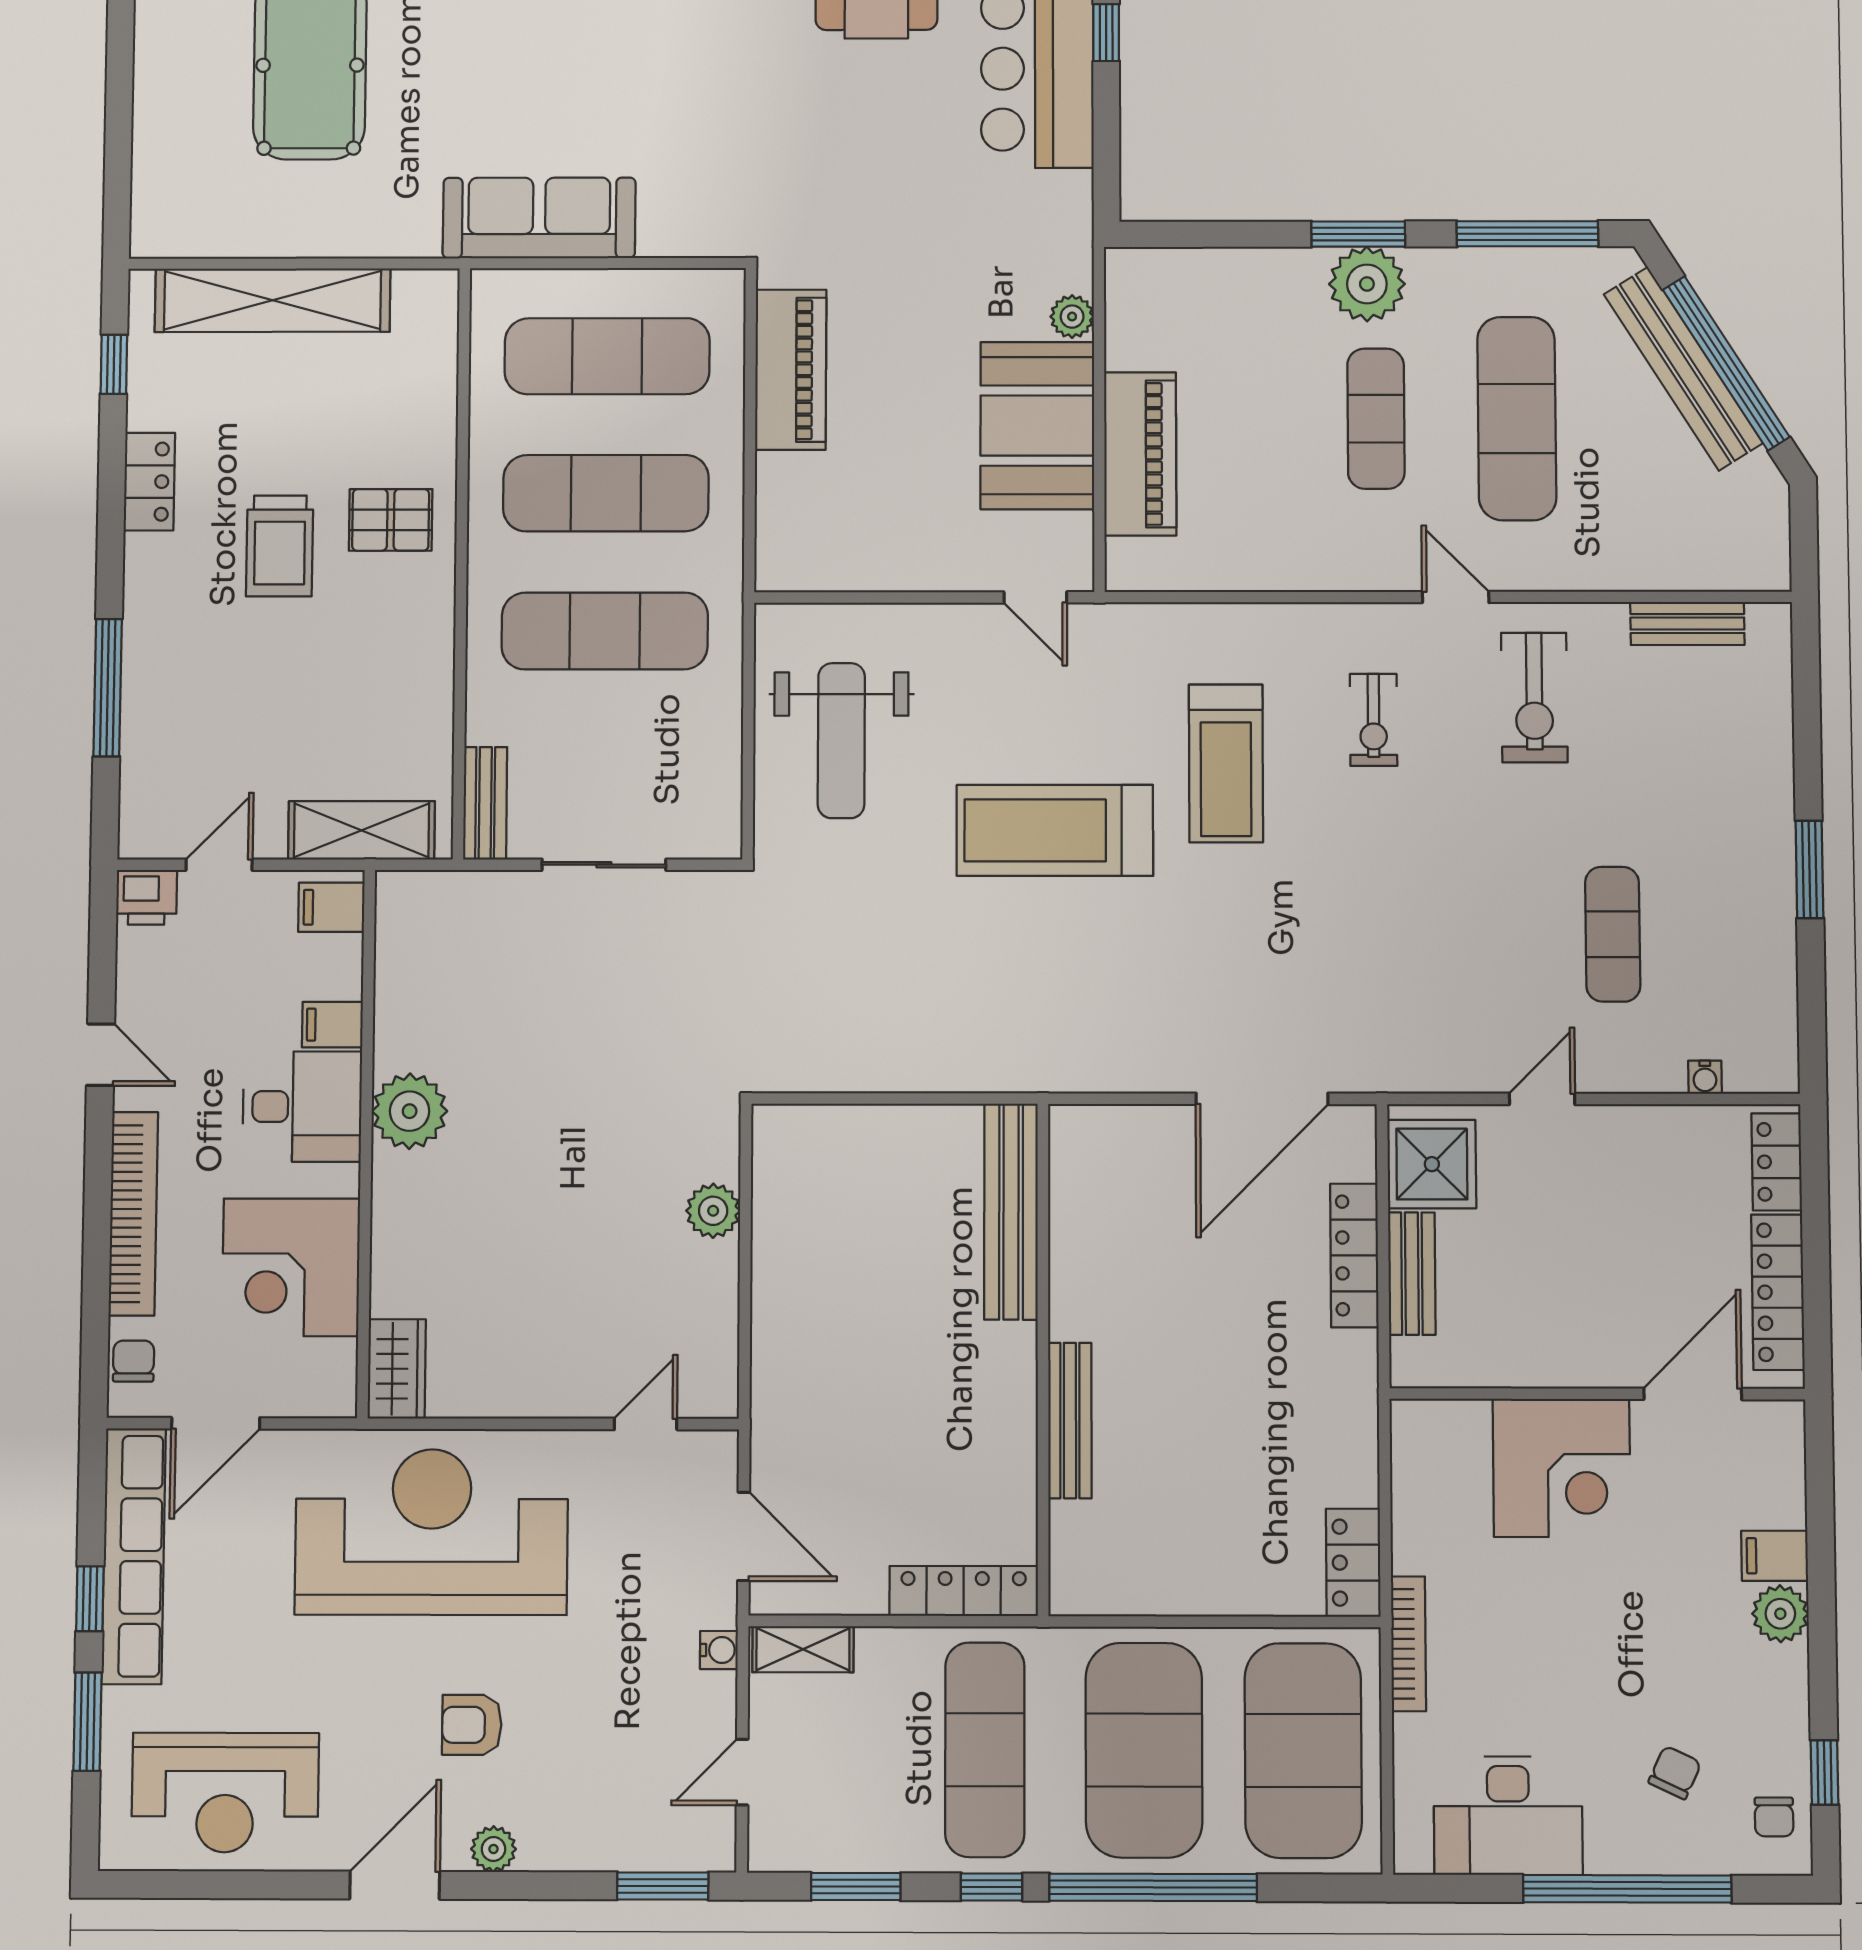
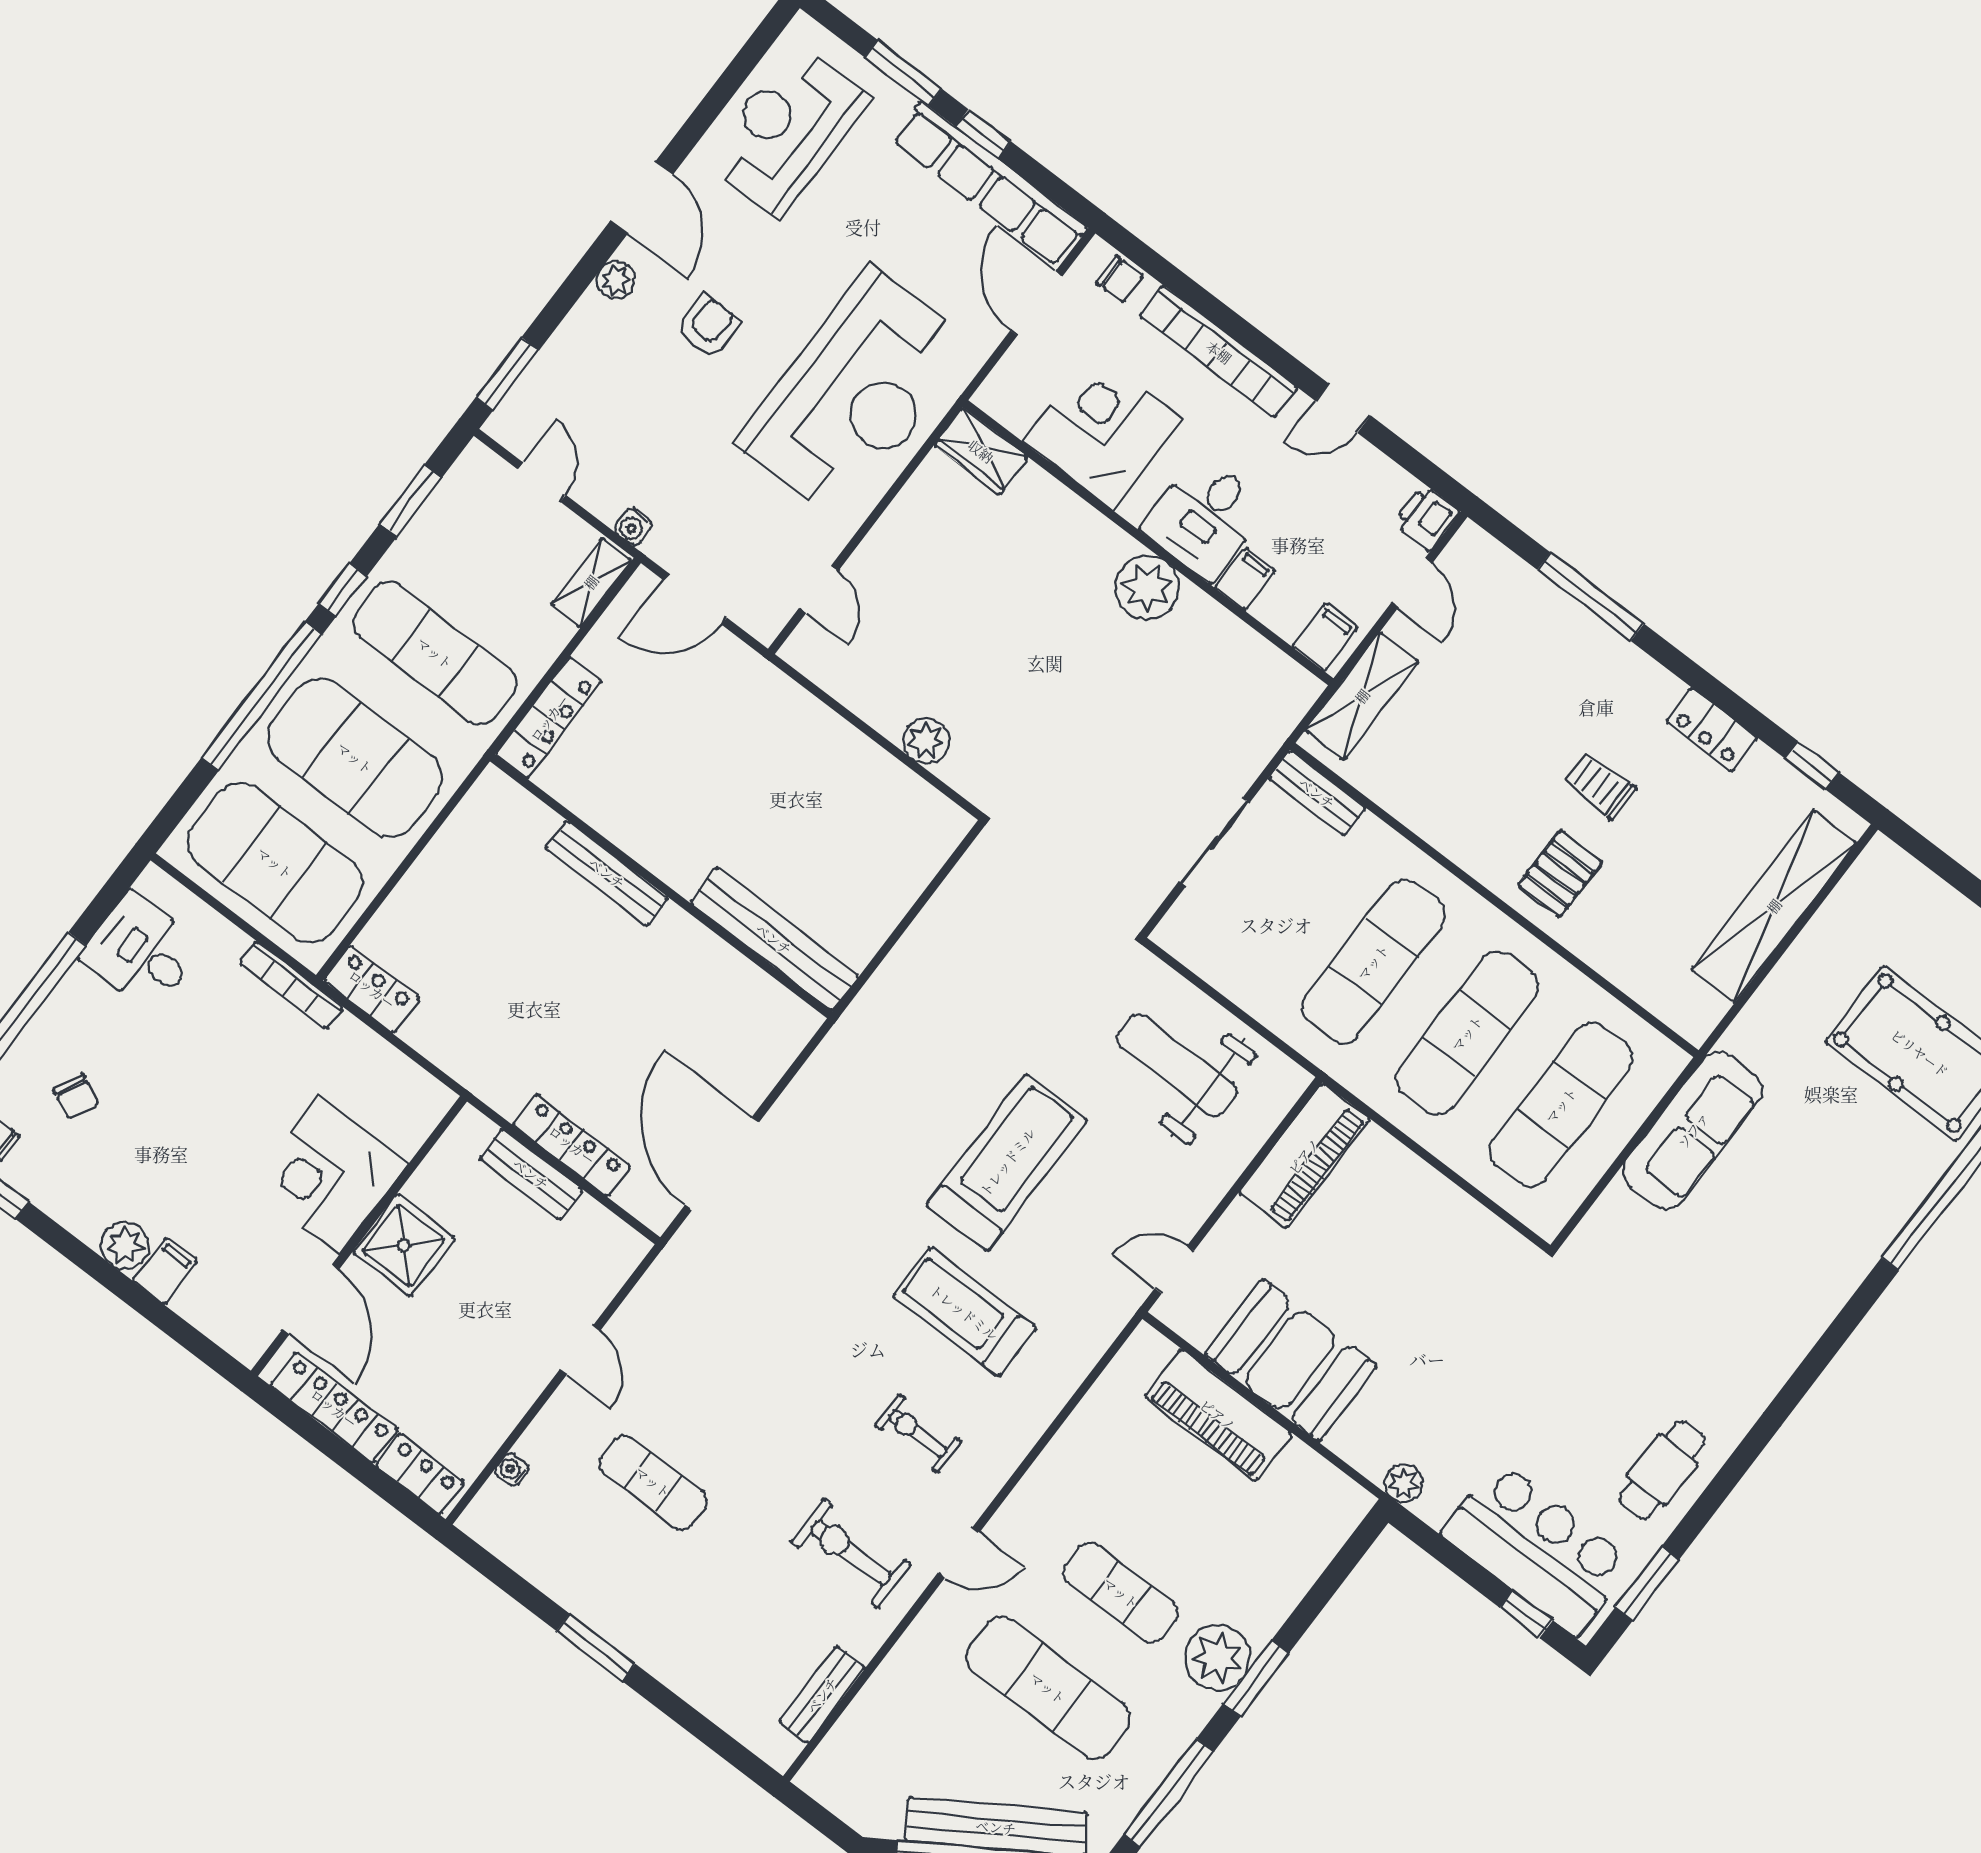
plant: (1072, 317) -> (1404, 1484), moved
piano: (791, 370) -> (1304, 1156), moved, turned -90
trolley: (280, 546) -> (1600, 785), width x0.73, depth x0.72
shower: (1432, 1164) -> (404, 1245), moved
desk: (1508, 1816) -> (141, 952), width x0.73

